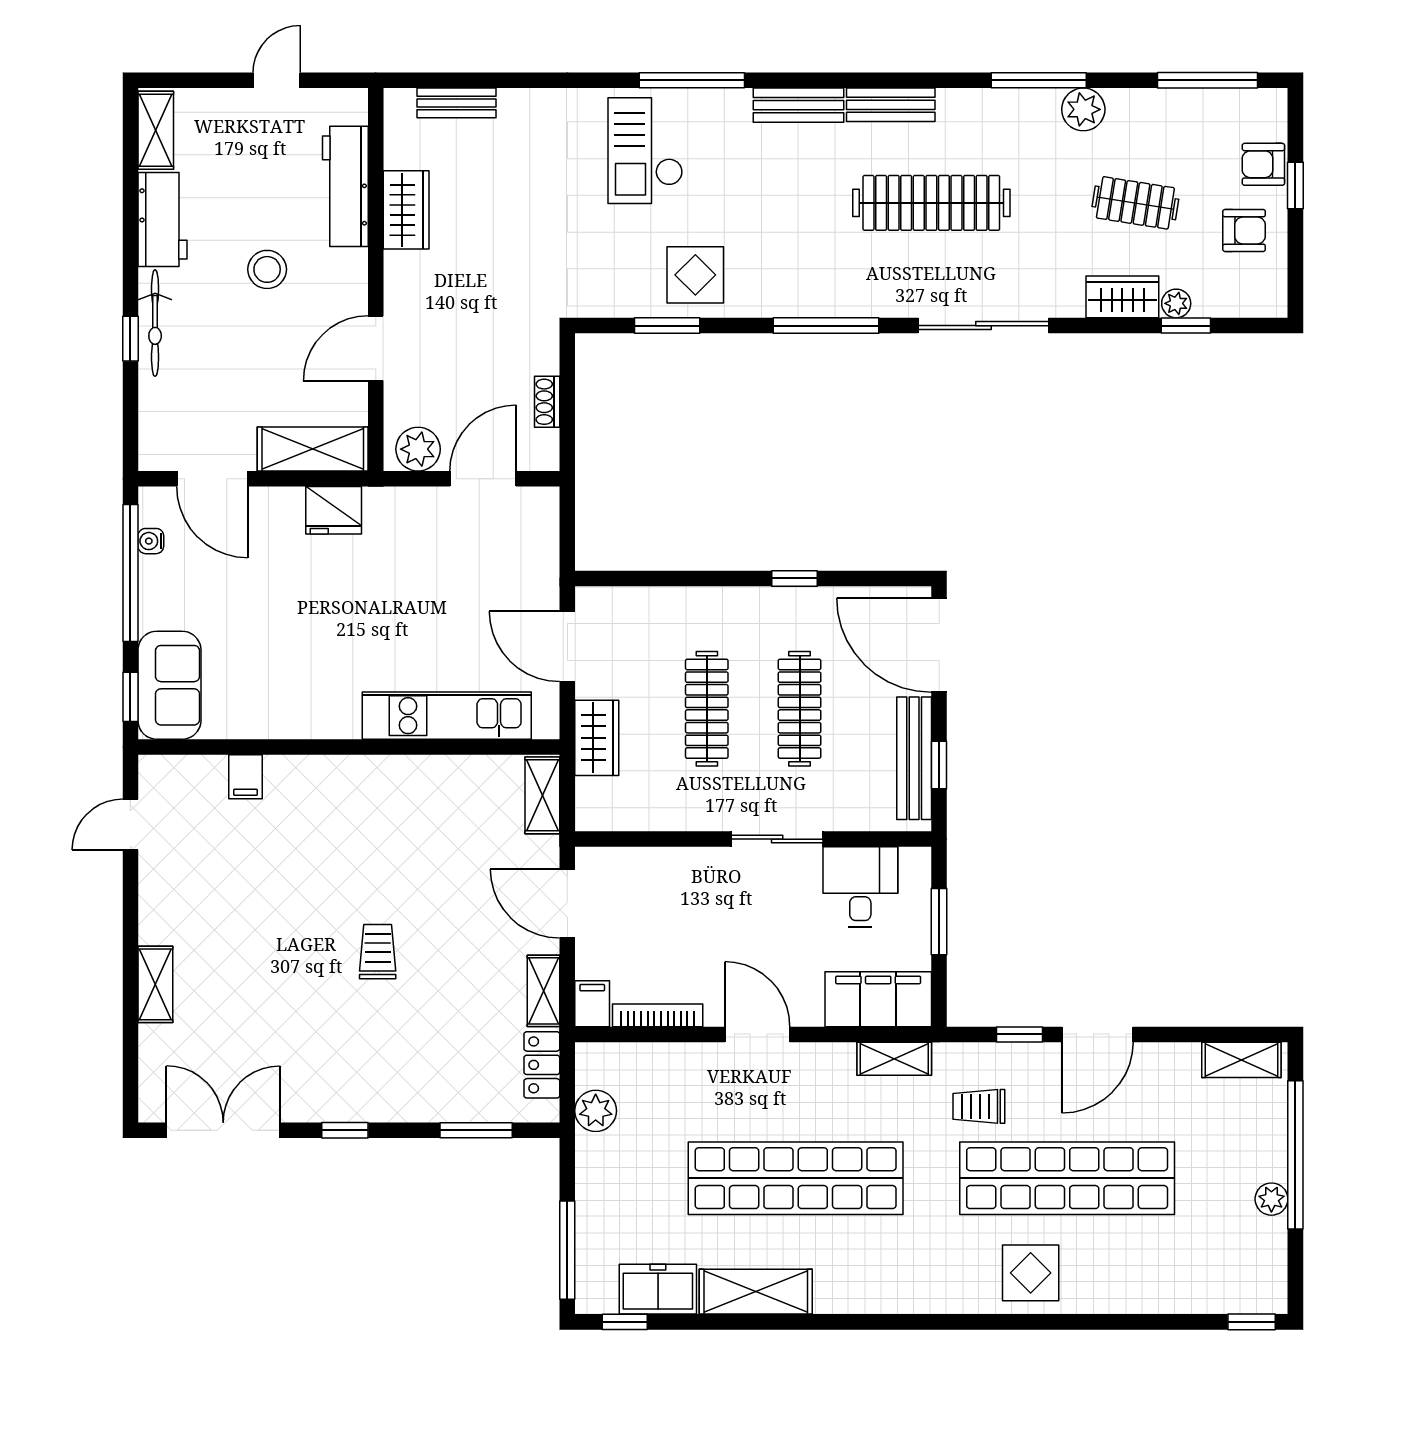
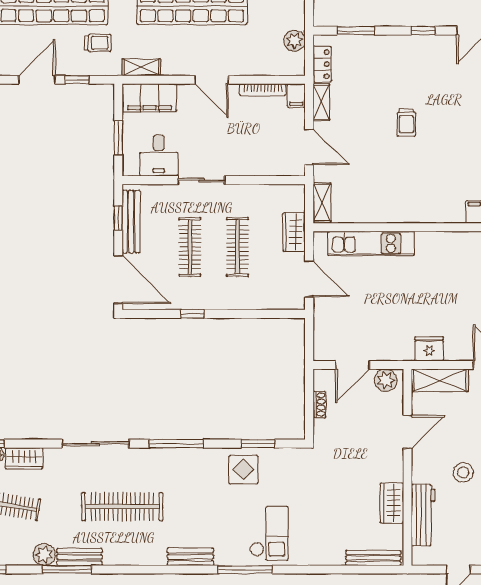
bench: (456, 103) -> (373, 558), width x1.36
bench: (891, 105) -> (79, 557), moved

